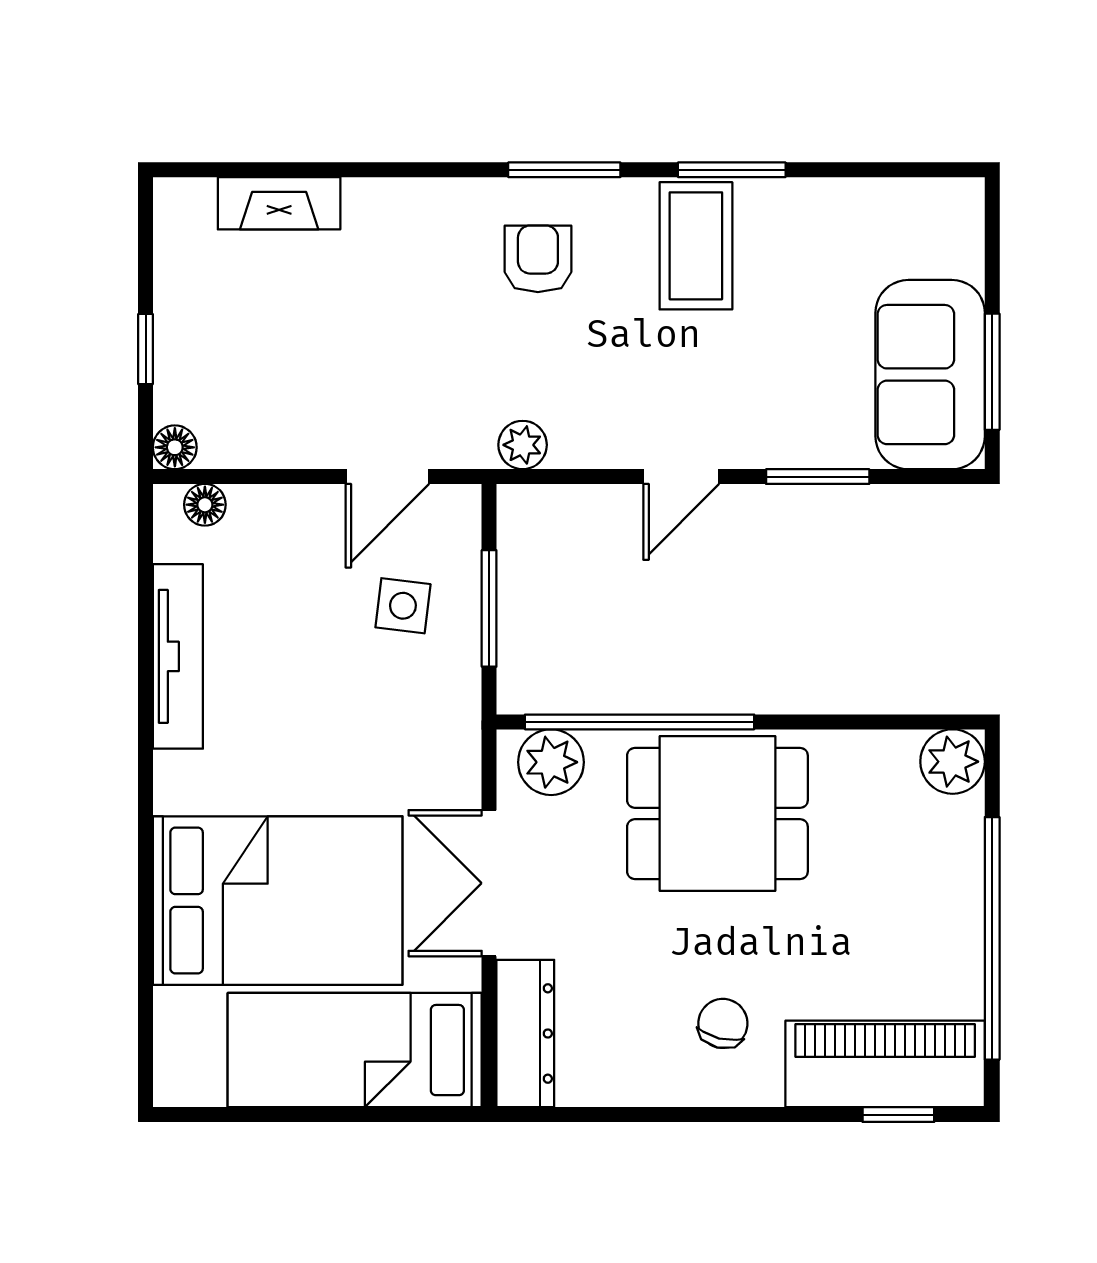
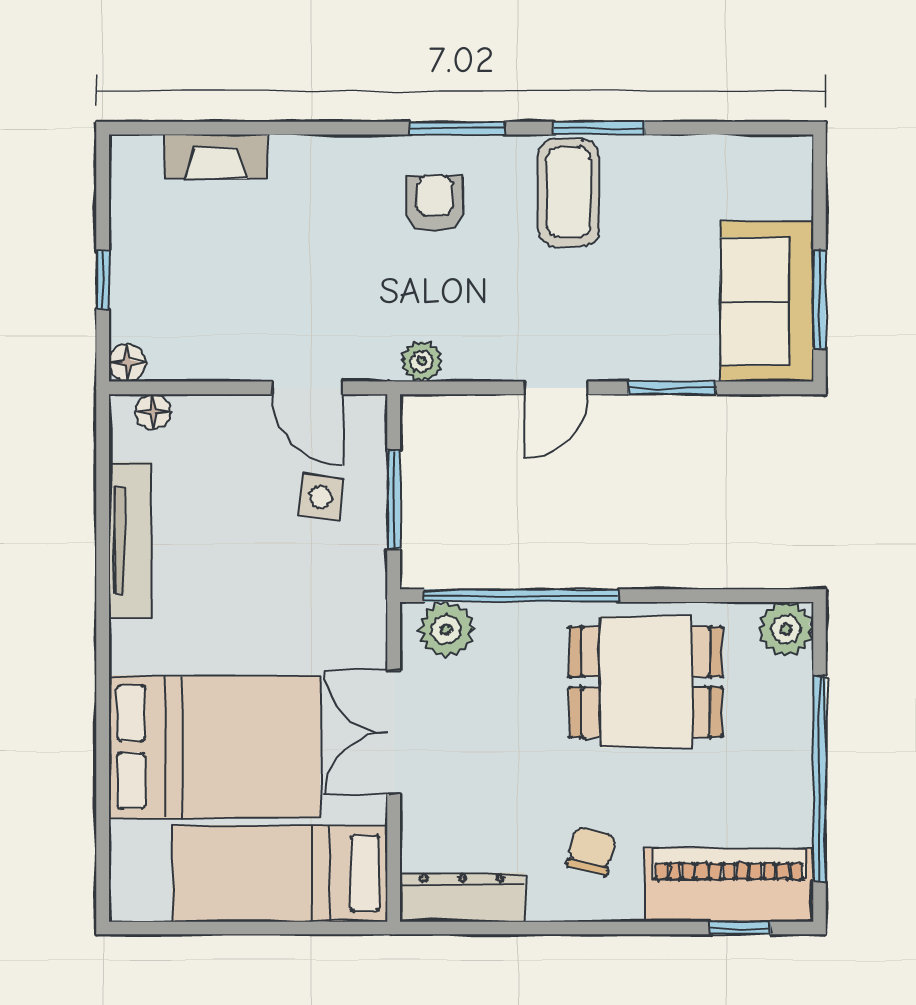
door: (387, 477) -> (307, 388), hinge flipped
dining table: (717, 813) -> (646, 682), moved
dresser: (525, 1034) -> (462, 897), moved, turned -90

